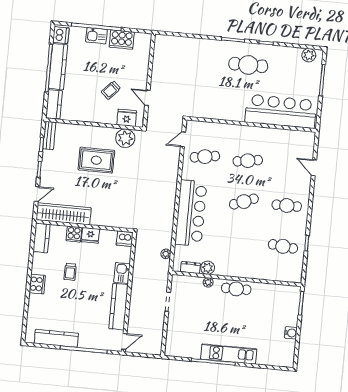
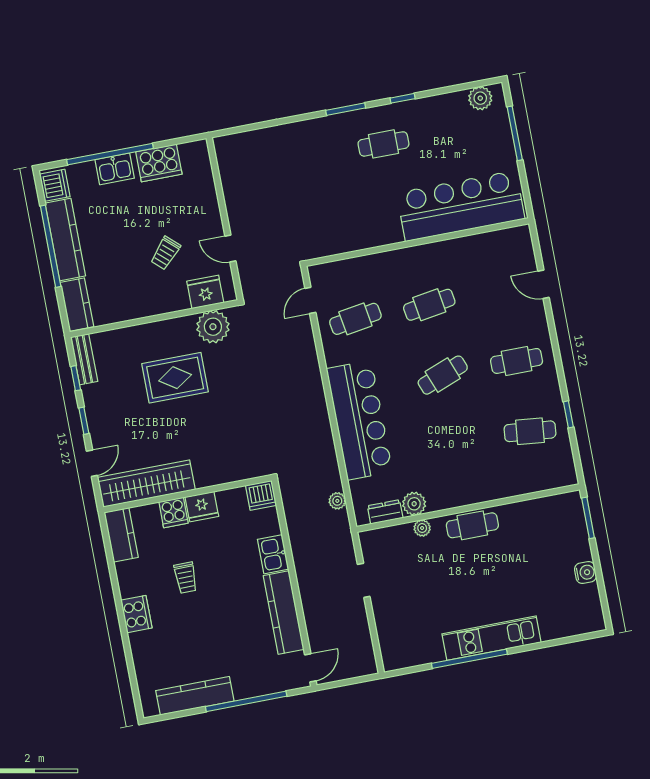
cafe table: (248, 65) -> (383, 144), width x0.73, depth x0.74

